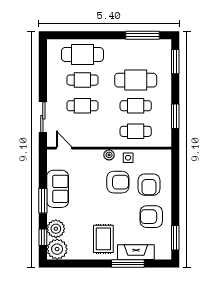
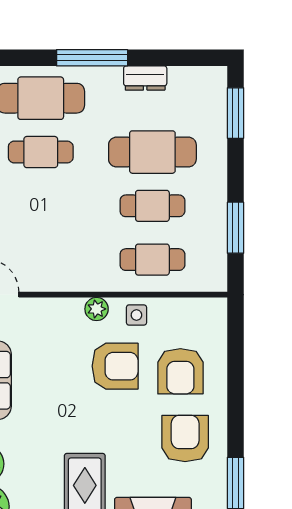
window: (142, 35) -> (92, 58), moved
dresser: (132, 45) -> (145, 78), added
cafe table: (82, 106) -> (41, 206), removed
armchair: (151, 217) -> (185, 439), turned 90

